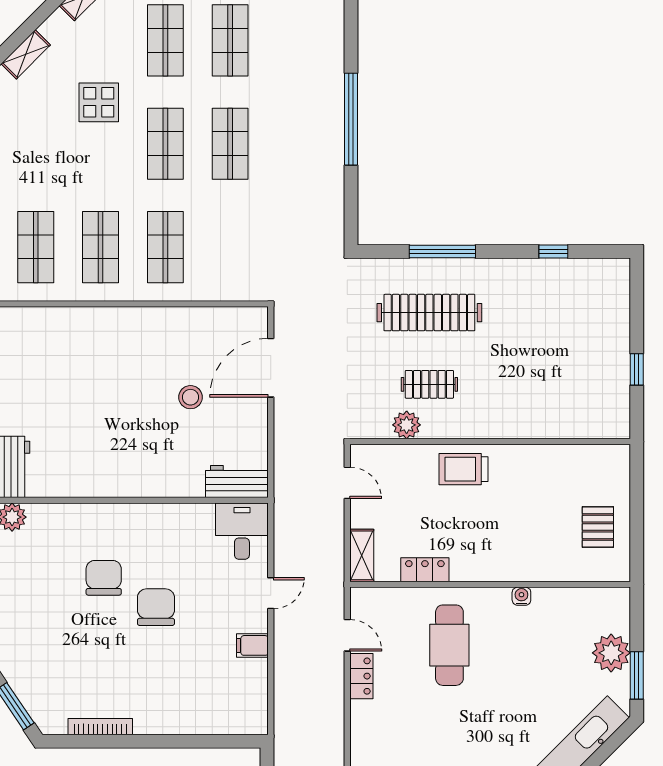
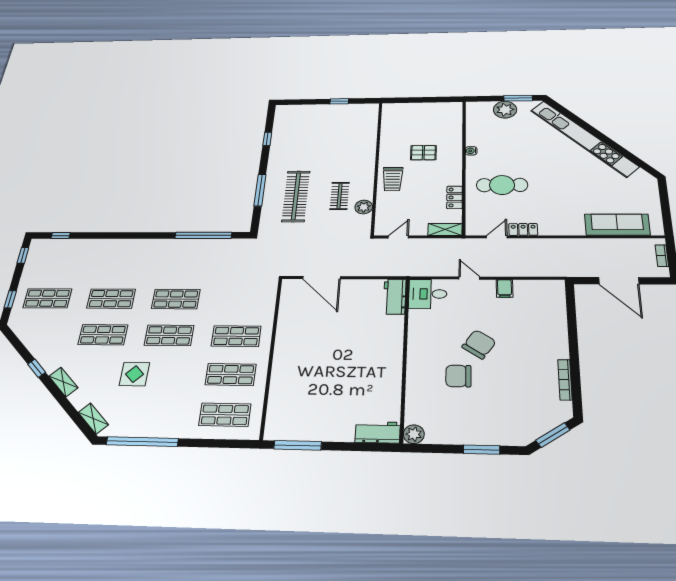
window: (351, 119) -> (203, 235), moved
stool: (190, 397) -> (337, 323), removed
pallet: (598, 527) -> (423, 153), moved
chair: (156, 607) -> (479, 344), turned 124

